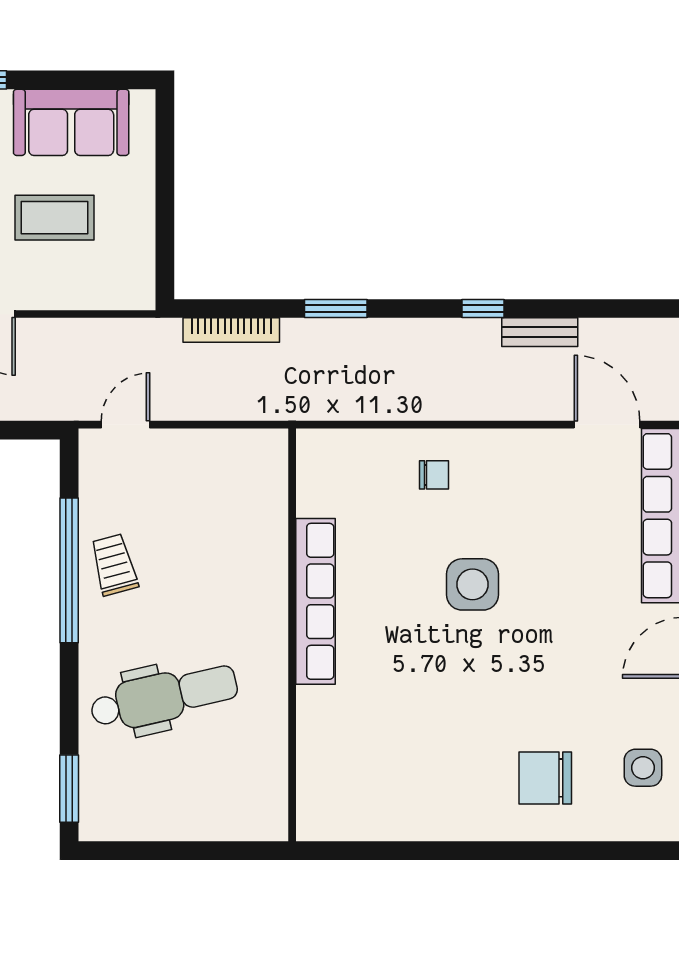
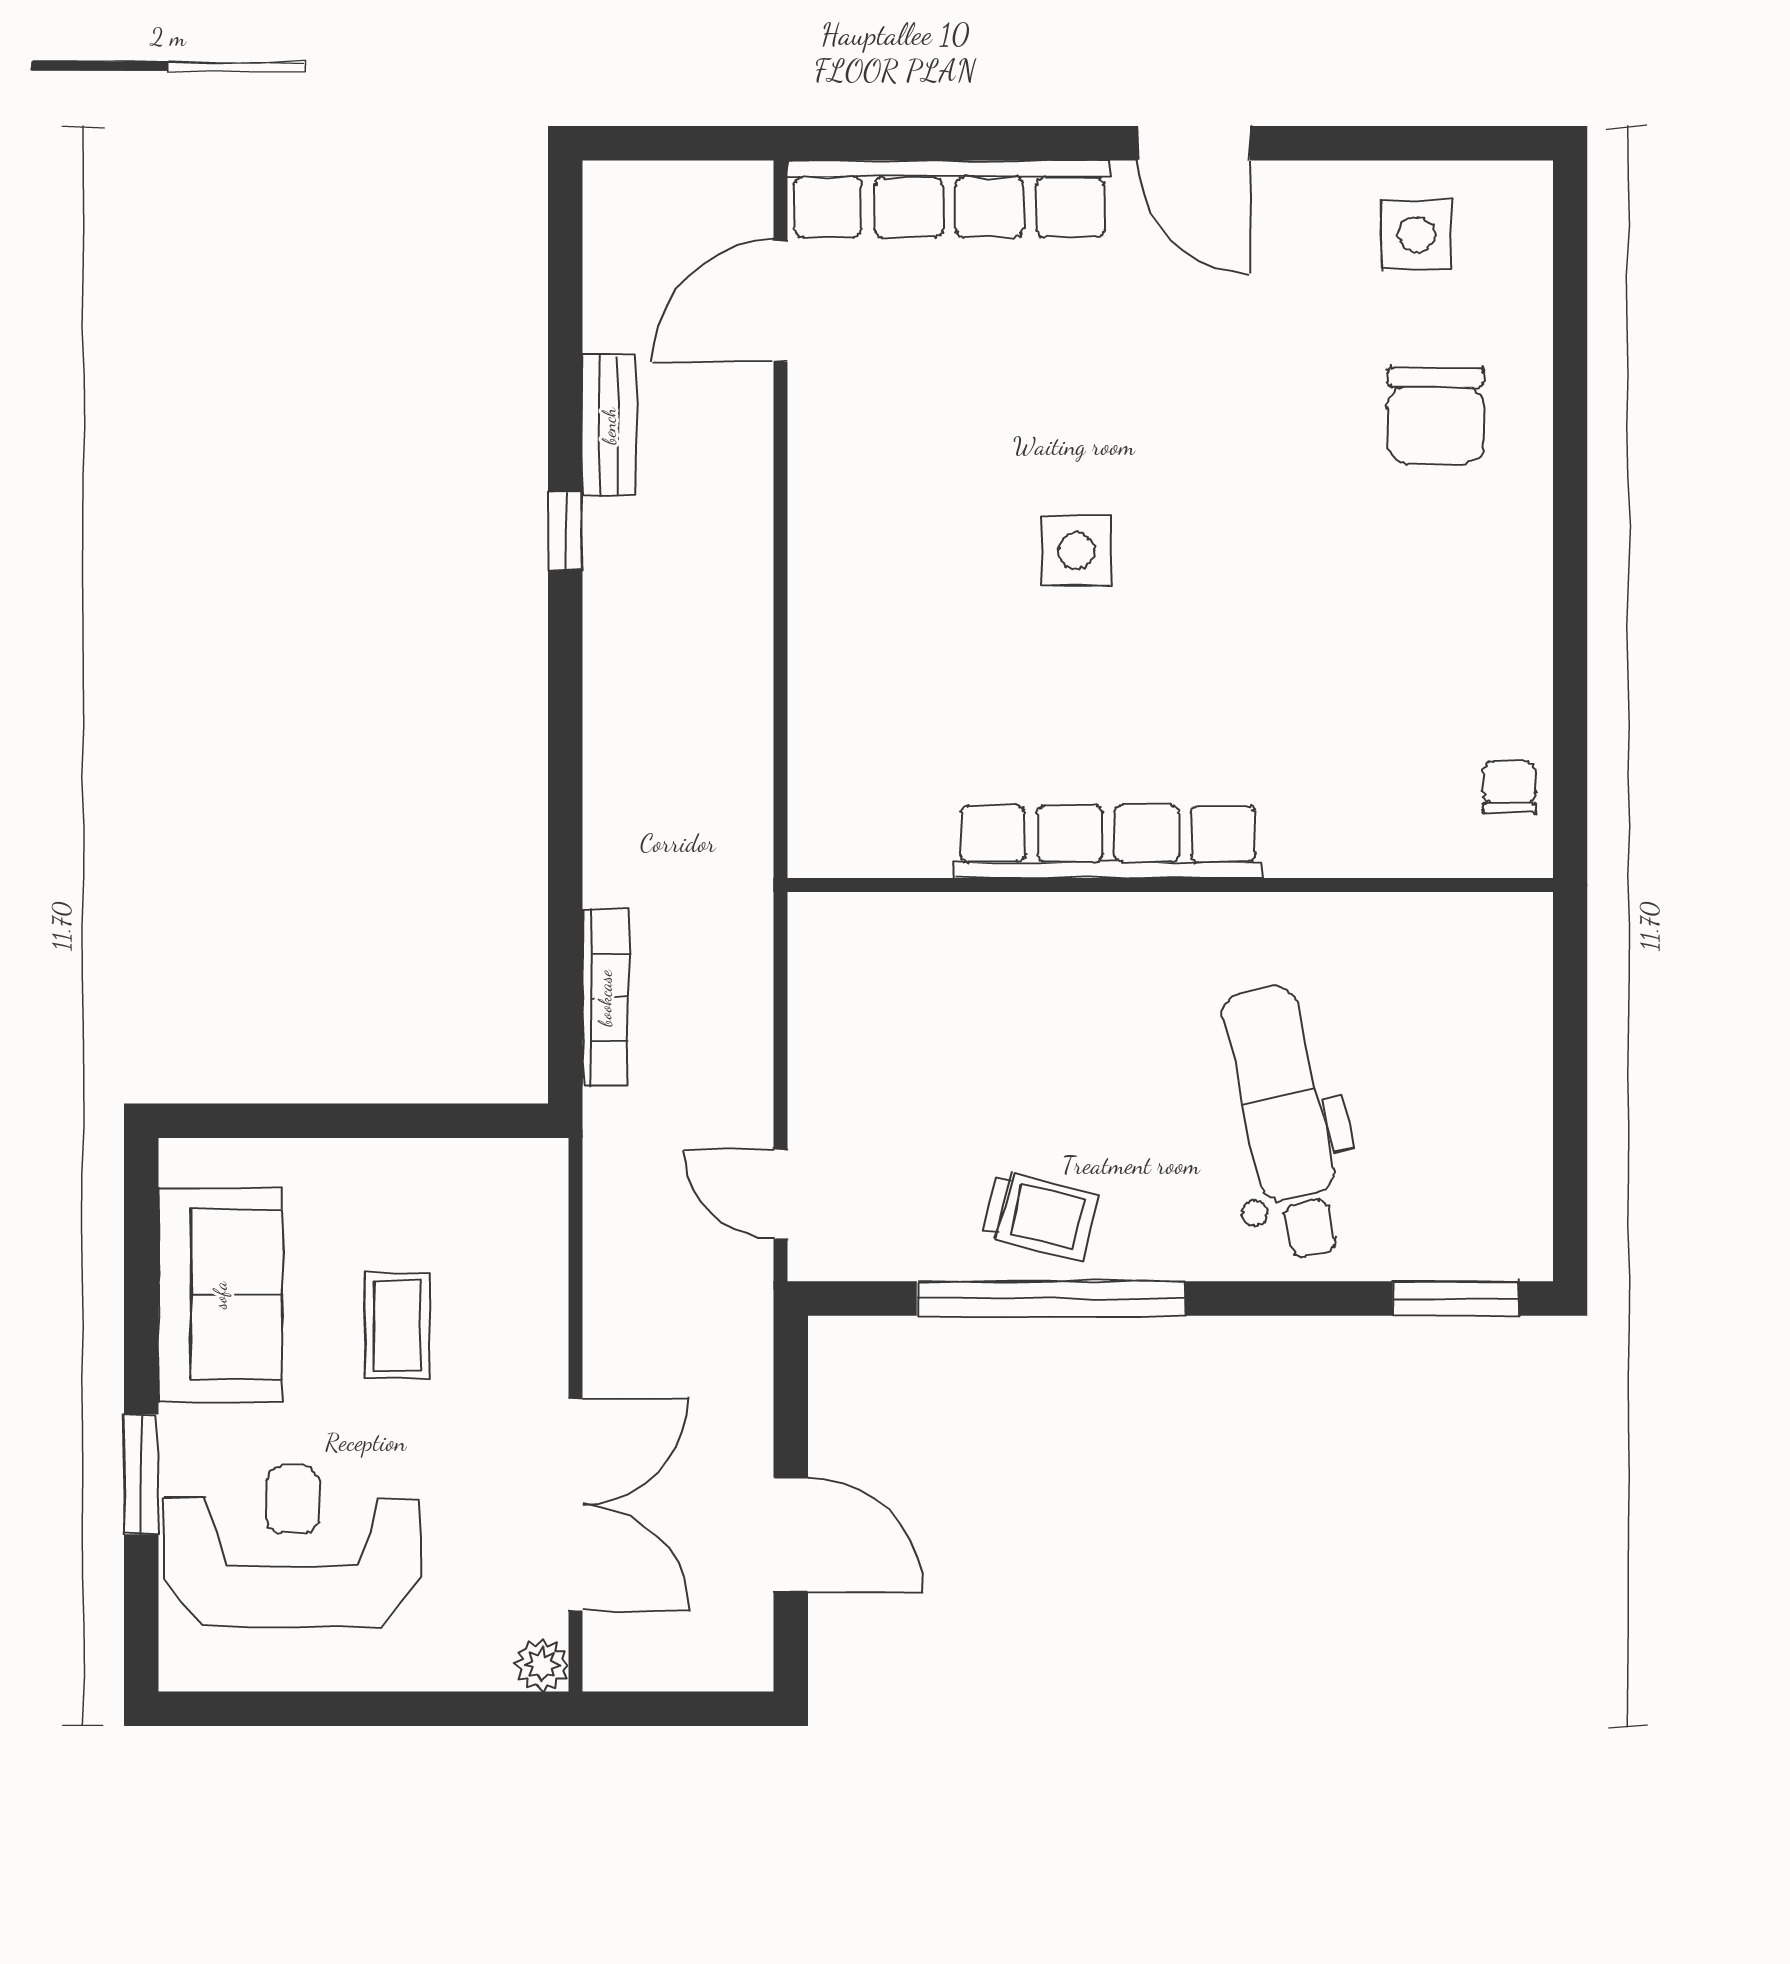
coffee table: (54, 218) -> (397, 1326), width x0.73, depth x0.77
window: (336, 308) -> (565, 804), removed
chair: (434, 475) -> (1509, 787), moved
trolley: (114, 565) -> (1040, 1215), turned -152
side table: (473, 584) -> (1077, 551), width x0.73, depth x0.73

